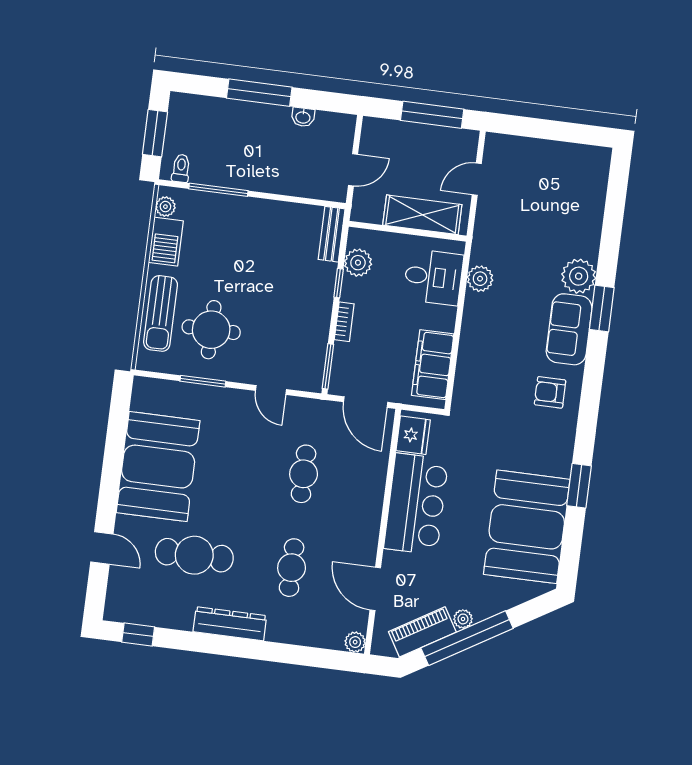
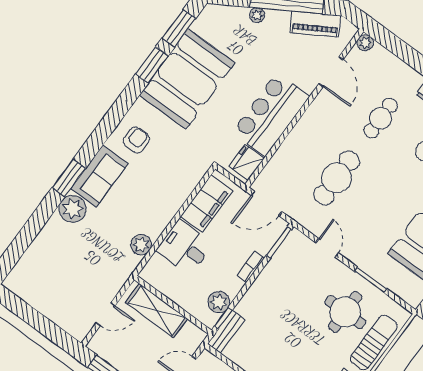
desk: (433, 277) -> (185, 247), moved
window: (339, 283) -> (223, 318), moved
armchair: (550, 392) -> (136, 140), turned -90
door: (366, 402) -> (267, 203), swing flipped
cafe table: (304, 474) -> (337, 178), width x1.37, depth x1.35
booth: (527, 527) -> (187, 79), moved
window: (572, 543) -> (179, 28), added
plant: (463, 619) -> (257, 15), moved

